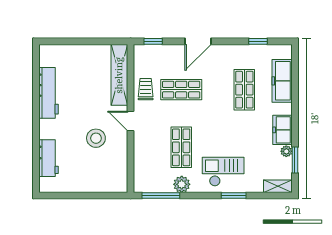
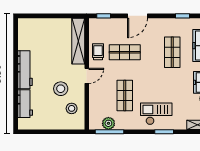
workbench: (49, 93) -> (25, 70), moved
door: (131, 121) -> (87, 76), swing flipped
stool: (110, 164) -> (72, 108), added
plant: (182, 184) -> (108, 123), moved

